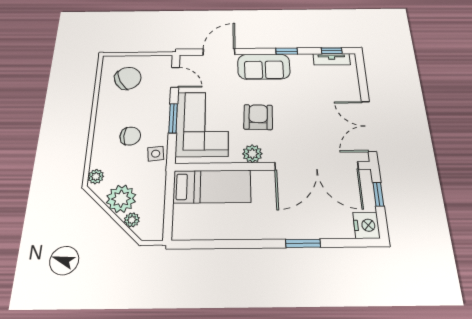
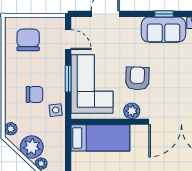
sofa: (264, 67) -> (164, 30), moved
chair: (128, 78) -> (28, 40), turned -61

